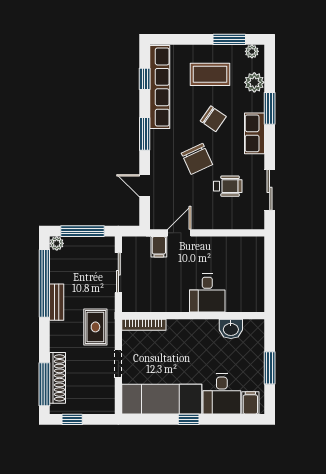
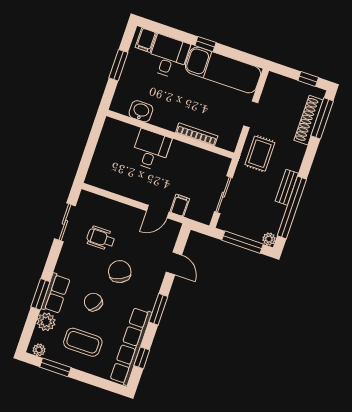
row of seats: (254, 133) -> (56, 293), moved
bookcase: (144, 325) -> (197, 134), moved

